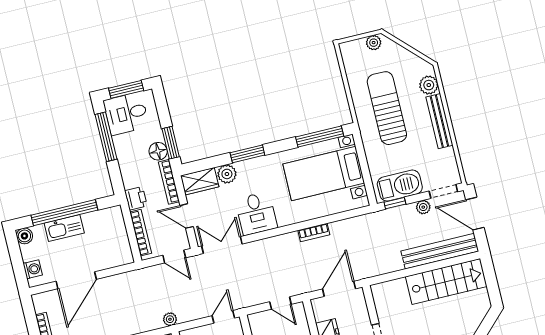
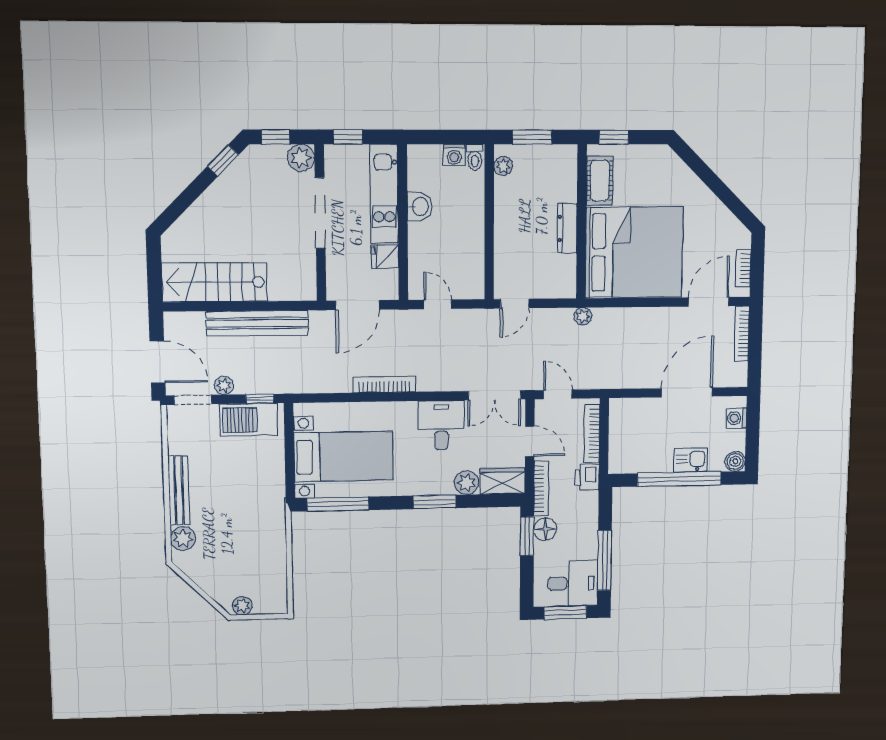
sun lounger: (387, 108) -> (244, 521), removed
kitchen sink: (64, 228) -> (691, 460), width x0.73
bookcase: (314, 232) -> (385, 385), width x1.56
bench: (440, 251) -> (257, 323), moved

